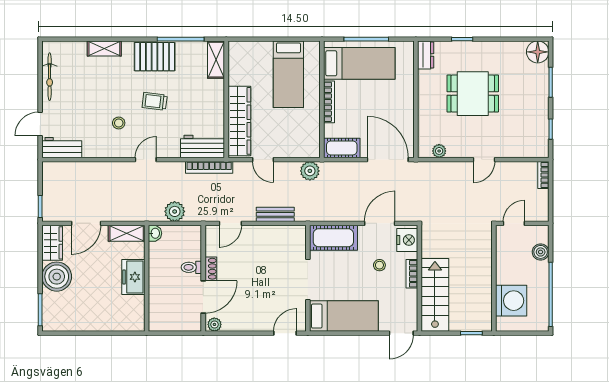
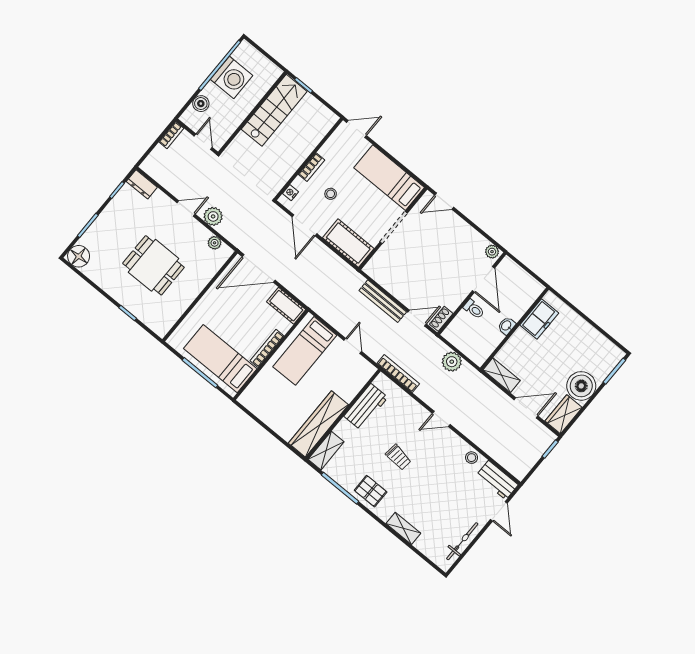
dresser: (426, 55) -> (142, 184), moved, turned -90
pallet: (155, 57) -> (371, 491), width x0.67, depth x0.71
bed: (288, 74) -> (305, 351), moved, turned 180
wardrobe: (239, 121) -> (318, 424), moved
stool: (119, 123) -> (472, 458), moved
door: (40, 124) -> (499, 511), hinge flipped
workbench: (203, 146) -> (366, 407), moved, turned -90
door: (388, 160) -> (259, 268), hinge flipped
plant: (310, 171) -> (213, 216), moved
bookcase: (543, 175) -> (171, 135), moved
bench: (275, 214) -> (383, 301), width x1.36
door: (380, 223) -> (304, 225), hinge flipped
door: (514, 223) -> (203, 142), swing flipped
washbasin: (155, 233) -> (506, 326), moved
nightstand: (407, 240) -> (291, 193), width x0.53, depth x0.56
shoe rack: (211, 269) -> (441, 319), moved
freezer: (133, 277) -> (539, 319), moved
stairs: (435, 295) -> (274, 110), moved, turned 180
door: (203, 297) -> (483, 279), swing flipped
washing machine: (511, 301) -> (232, 77), moved, turned 180

